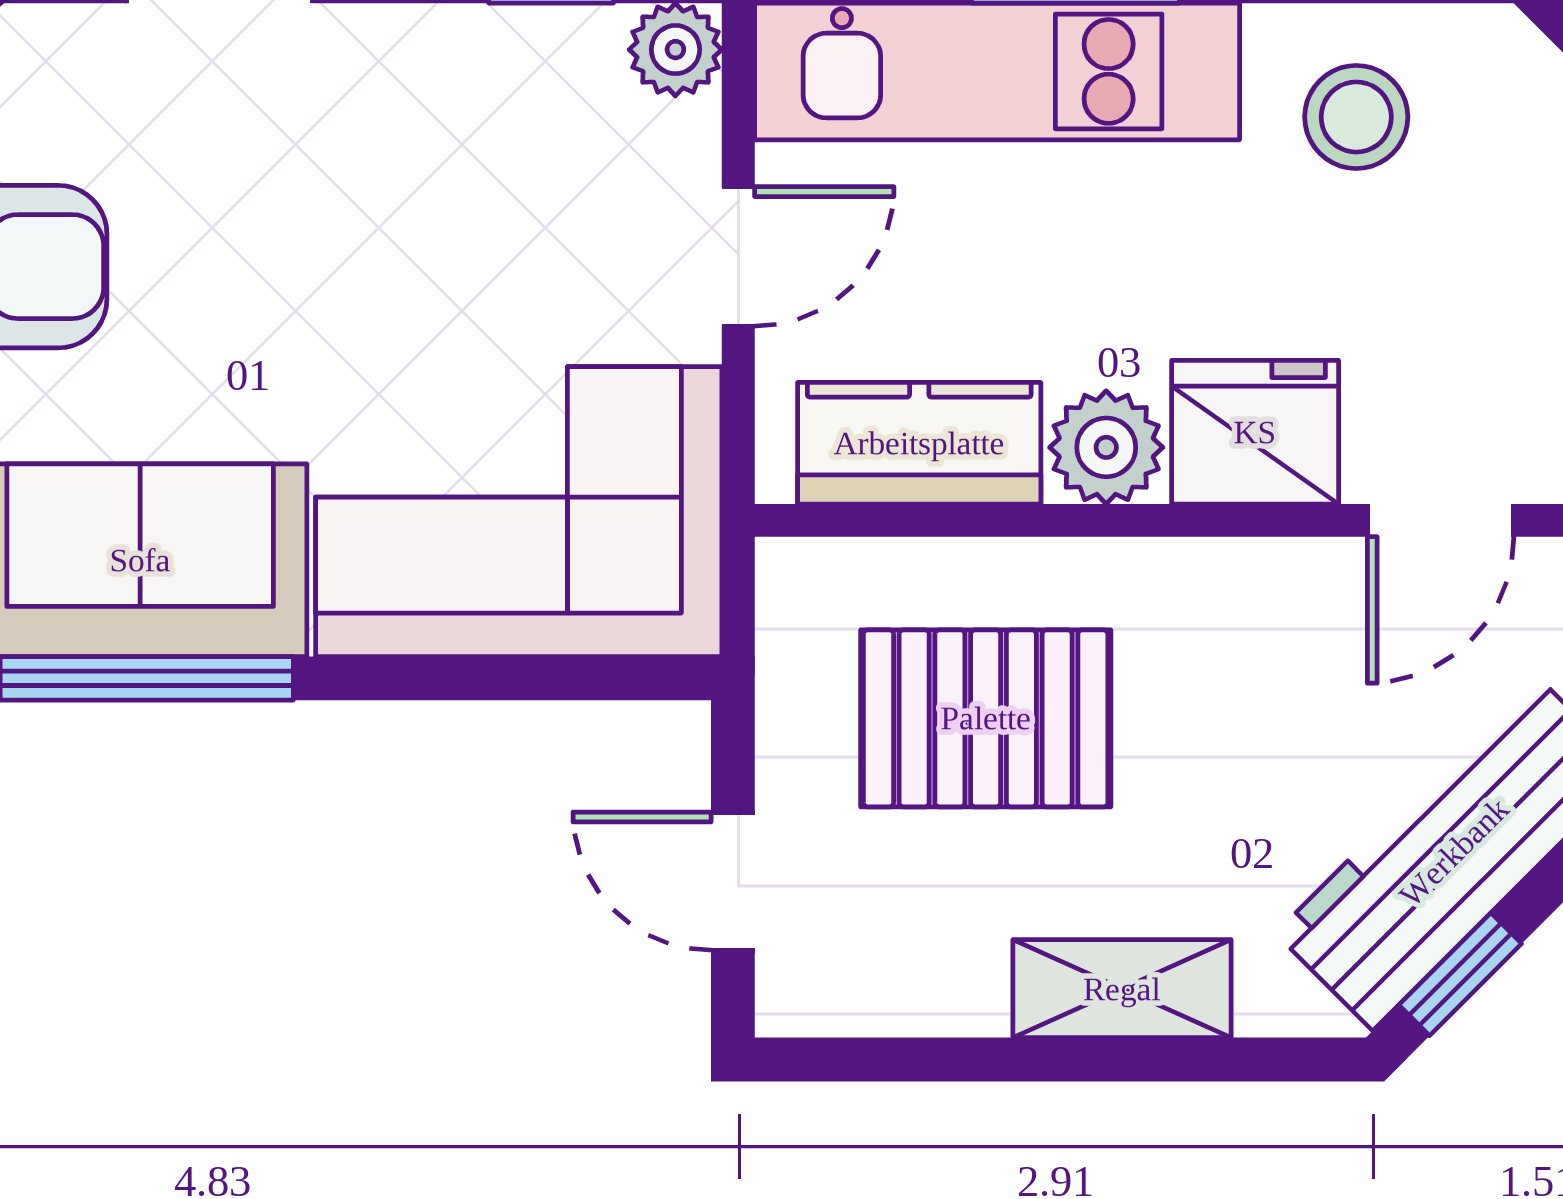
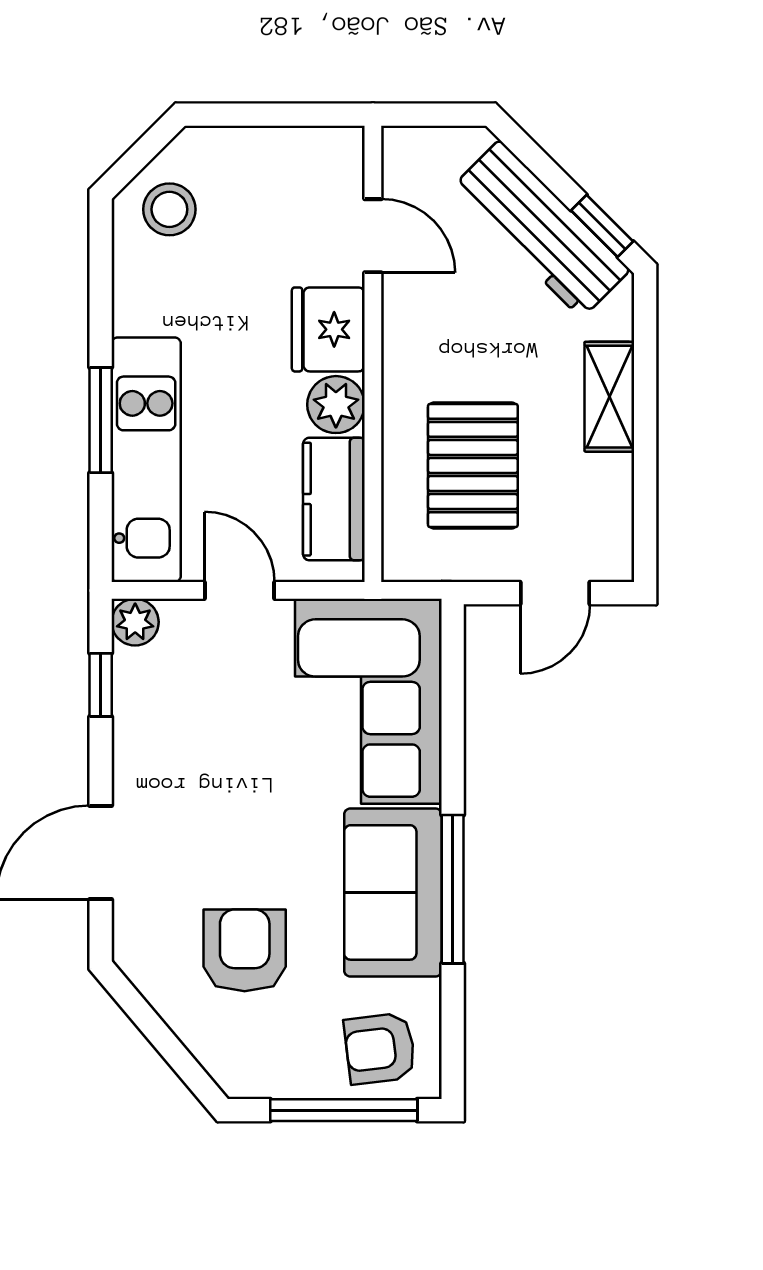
stool: (1356, 117) -> (169, 209), moved

